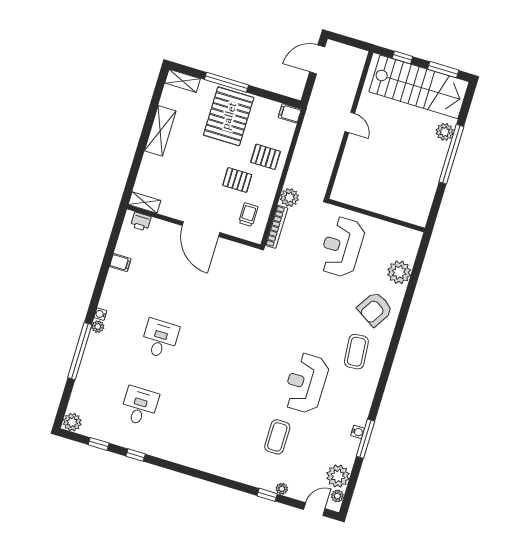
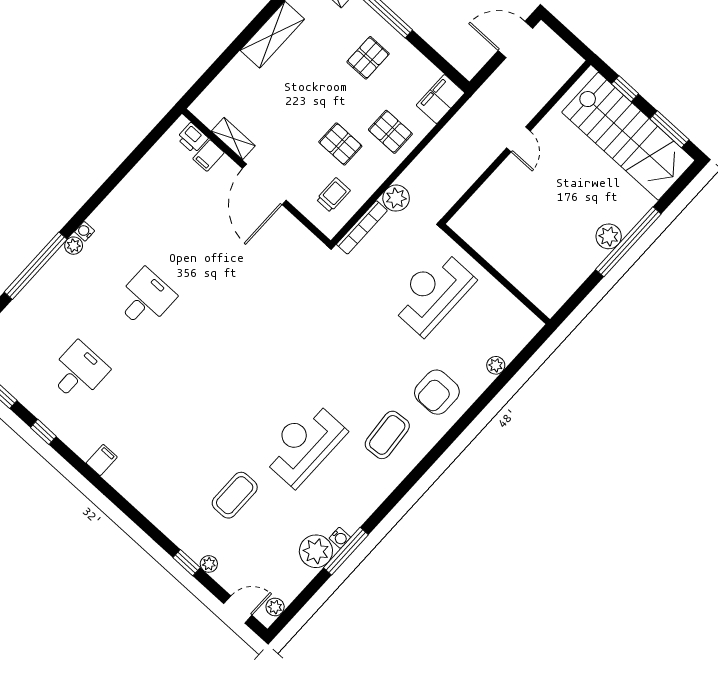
filing cabinet: (290, 113) -> (441, 99), width x2.00
pallet: (229, 116) -> (368, 58), width x0.49, depth x0.50
plant: (445, 132) -> (609, 236), moved
shelving: (144, 202) -> (233, 138), moved
filing cabinet: (120, 263) -> (208, 156), moved, turned 90
plant: (399, 272) -> (496, 365), width x0.53, depth x0.53
armchair: (375, 309) -> (437, 392), turned -32
filing cabinet: (181, 455) -> (102, 460), added
plant: (338, 476) -> (316, 551), moved

